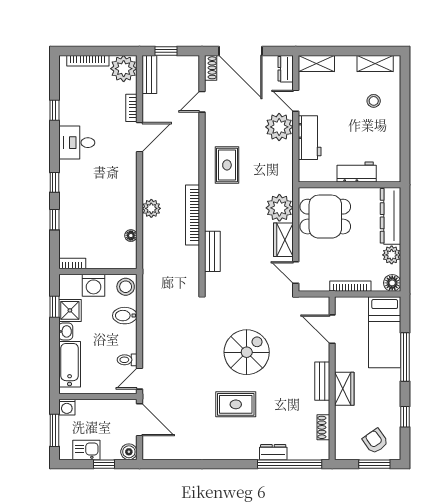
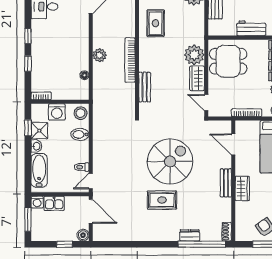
spiral stairs: (247, 352) -> (170, 161), width x1.37, depth x1.37
shoe rack: (323, 427) -> (227, 232), moved
kitchen sink: (86, 450) -> (54, 203), moved, turned 180

